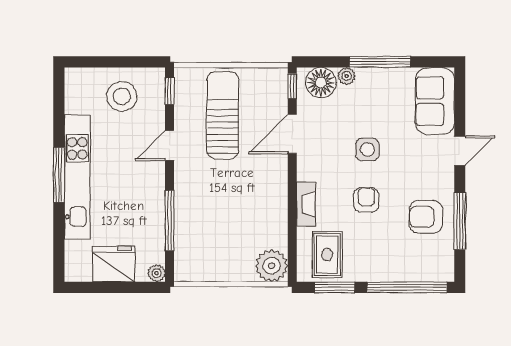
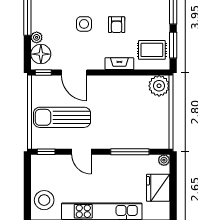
stool: (122, 96) -> (44, 200), moved
armchair: (366, 200) -> (117, 25), turned -90

